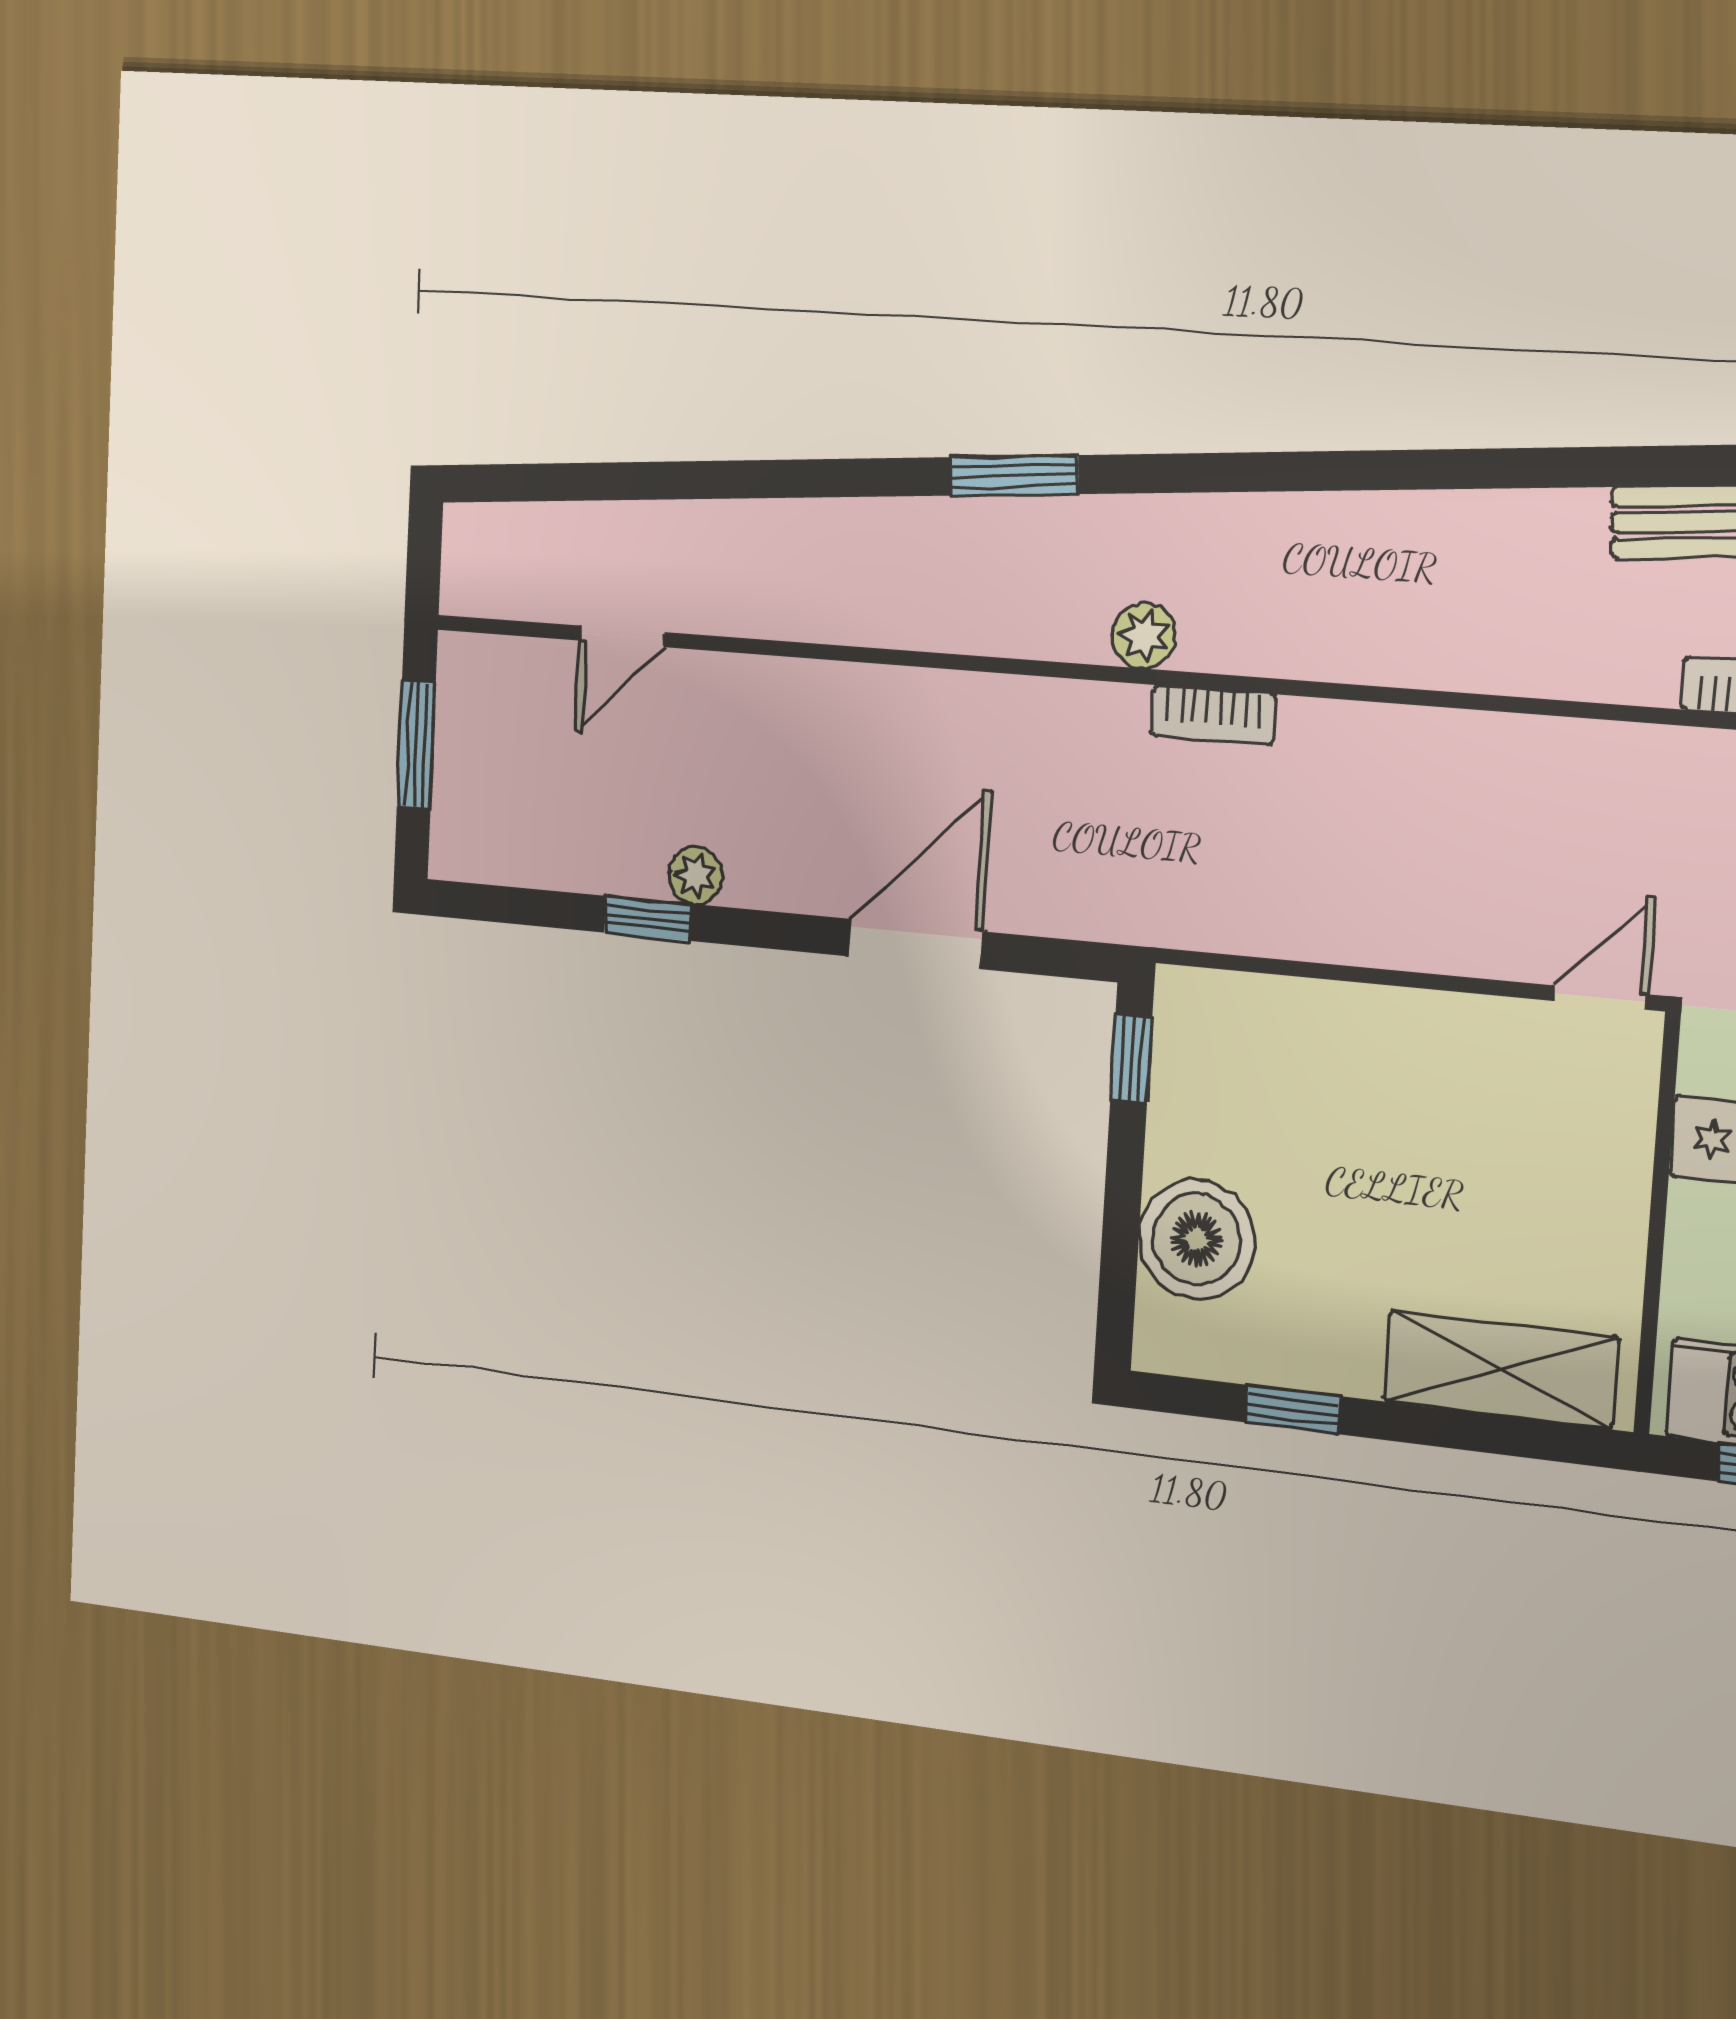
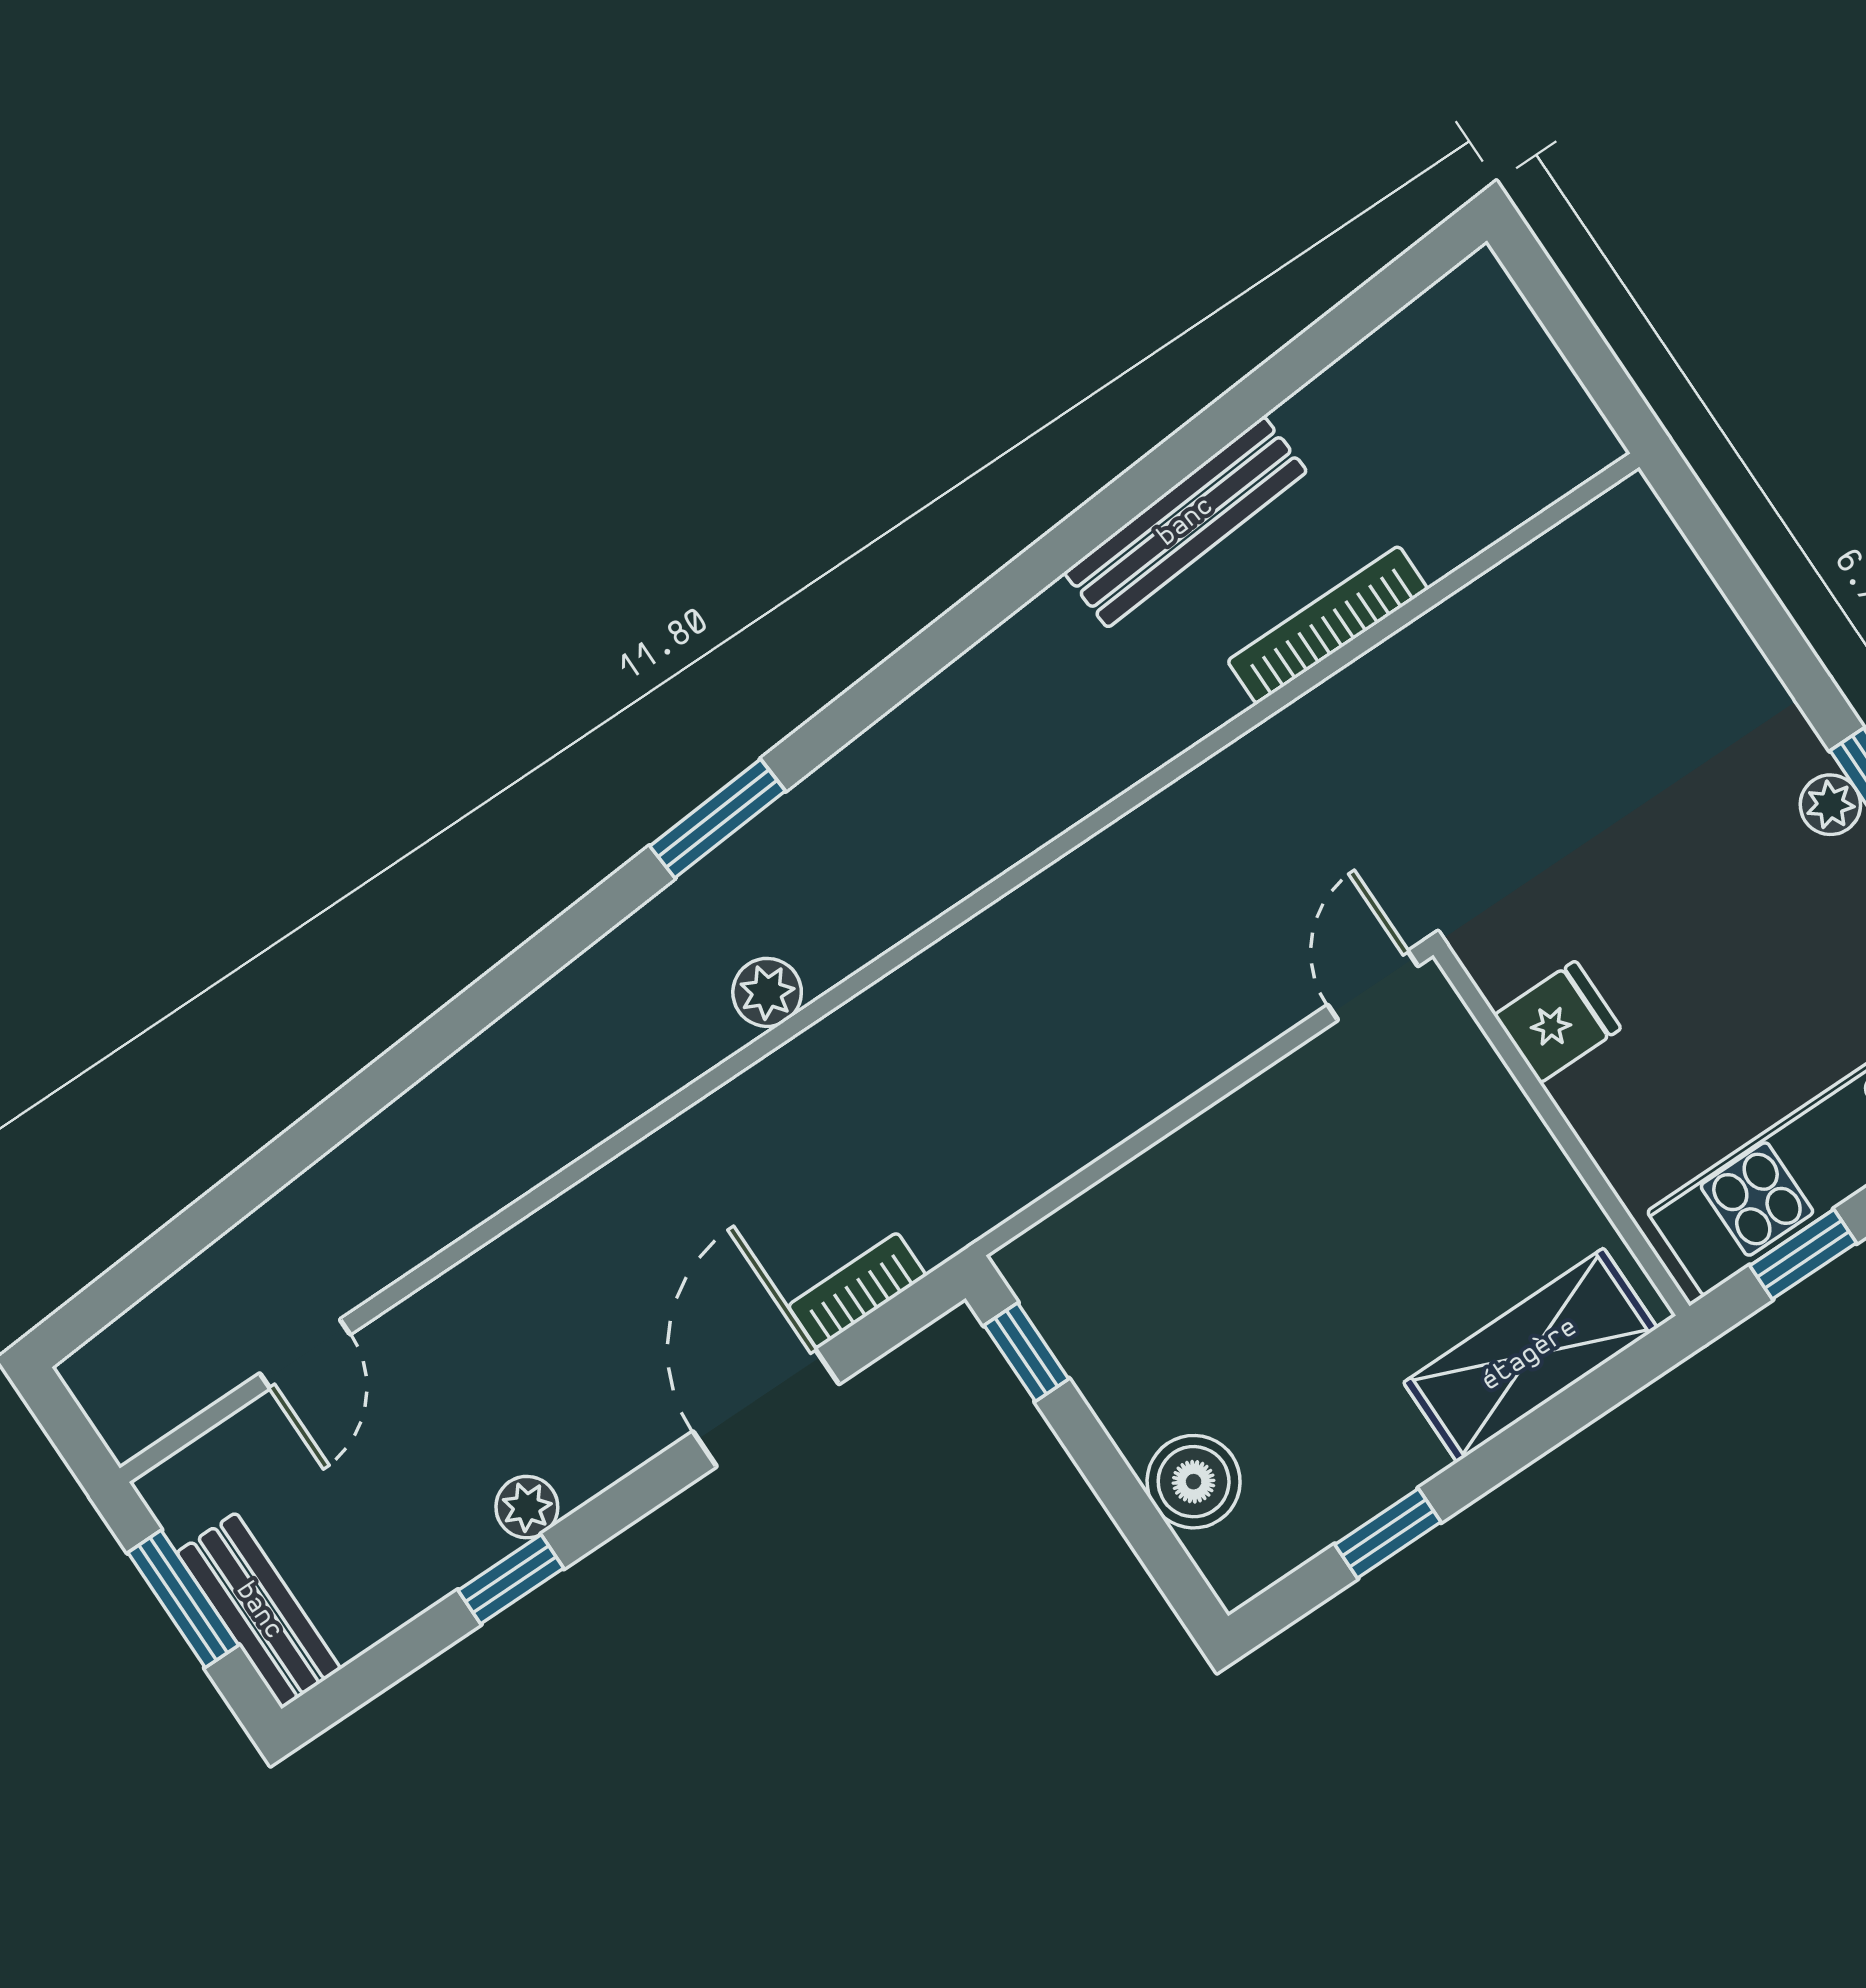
window: (1014, 476) -> (718, 818), moved
bookcase: (1213, 715) -> (857, 1291), moved, turned 180
bench: (461, 796) -> (259, 1611), added
boiler: (1197, 1239) -> (1194, 1482), width x0.73, depth x0.73

